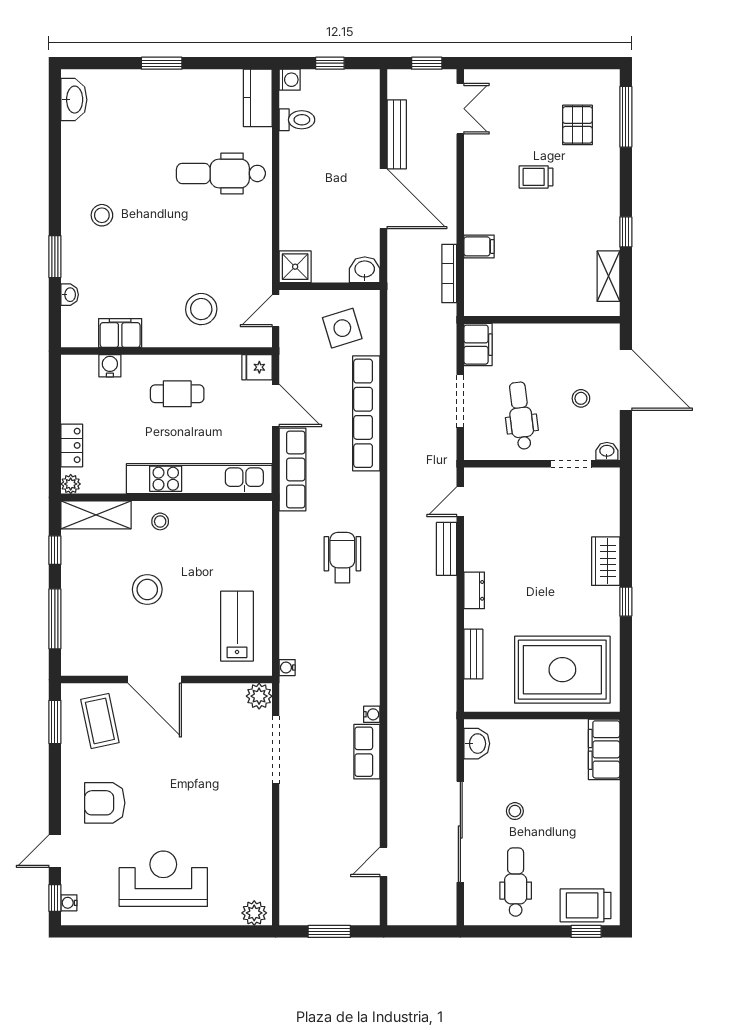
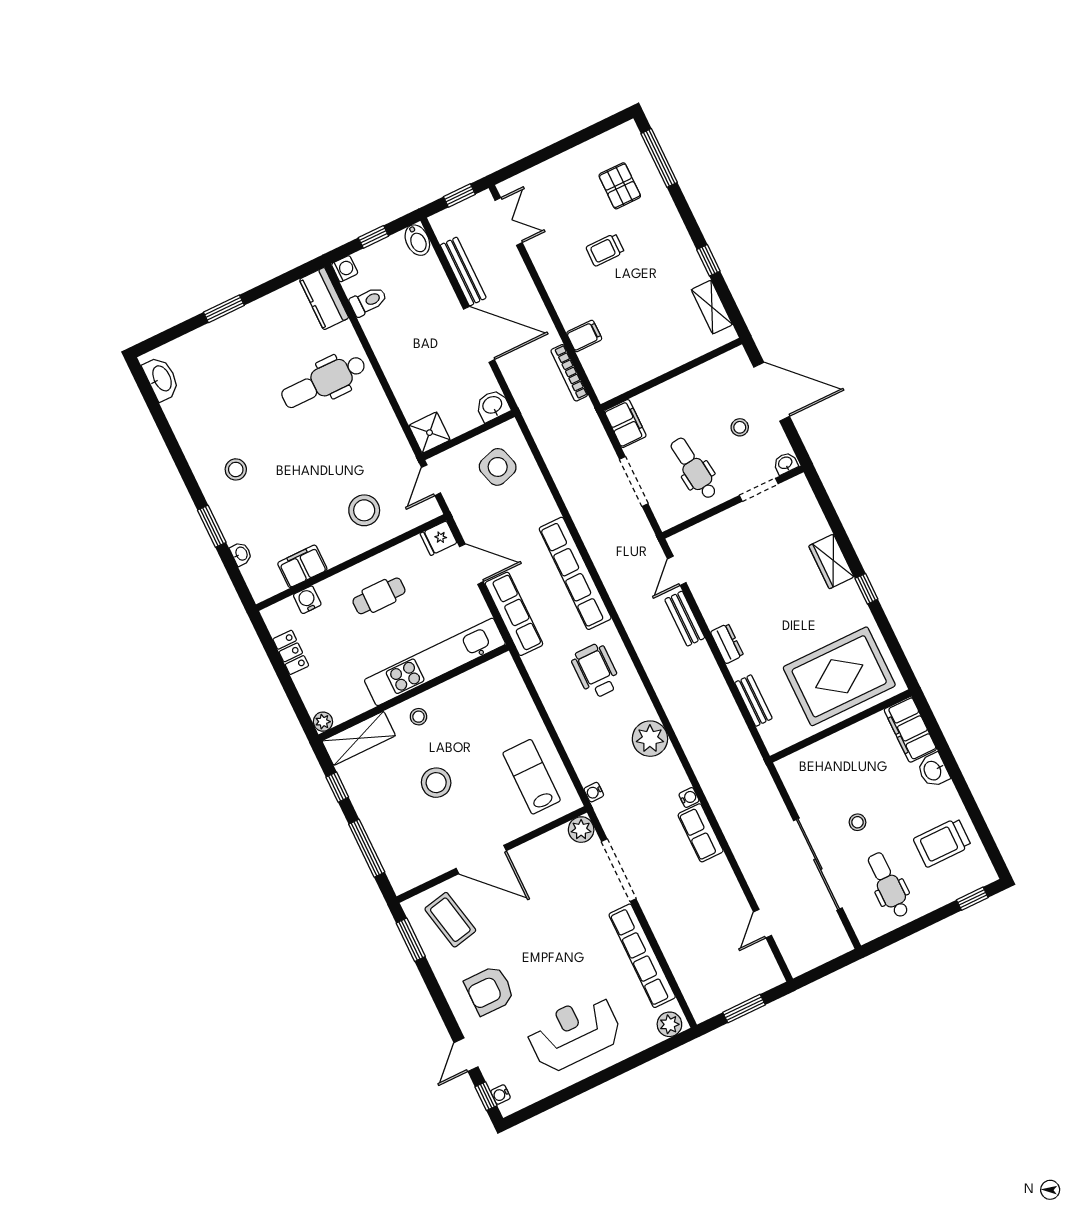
bidet: (369, 86) -> (417, 240), added
row of seats: (366, 413) -> (575, 573), moved
locker: (72, 445) -> (291, 652), moved
plant: (362, 643) -> (650, 739), added
washbasin: (477, 744) -> (933, 770), moved, turned 180
row of seats: (259, 838) -> (642, 956), added
trolley: (586, 905) -> (942, 843), moved

